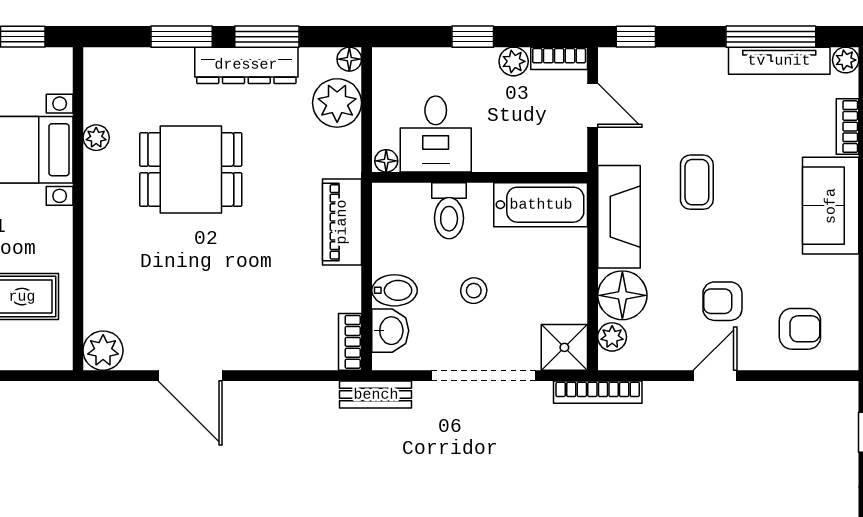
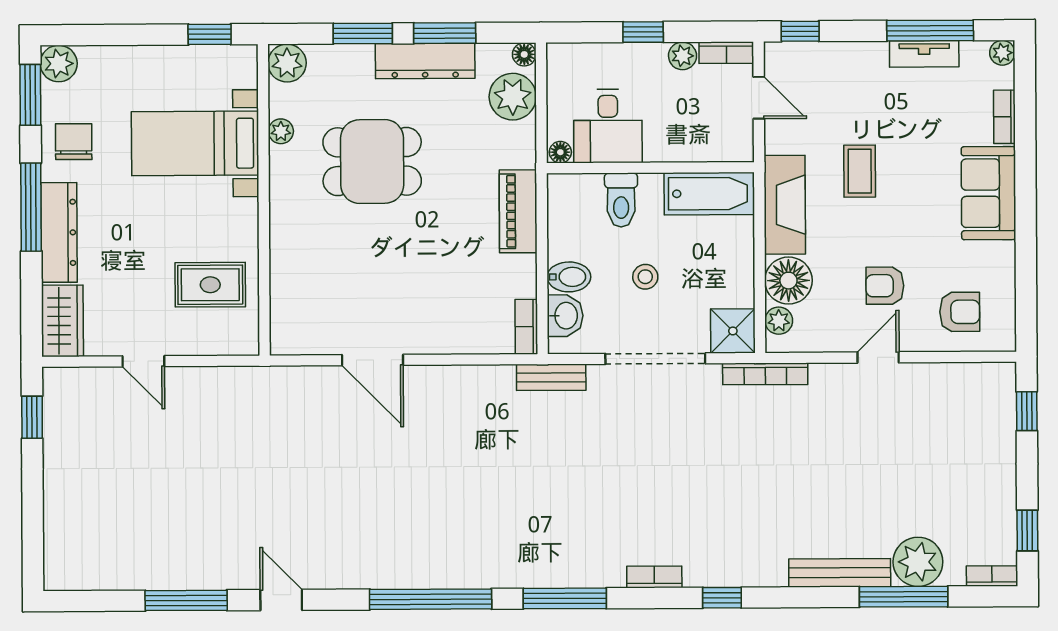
tv unit: (779, 61) -> (924, 54), width x0.71
plant: (103, 351) -> (287, 63), moved

